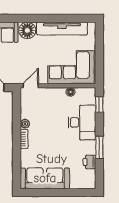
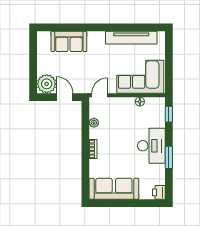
floor lamp: (27, 30) -> (96, 40), removed
desk: (82, 122) -> (151, 146), moved
plant: (25, 124) -> (94, 123), moved
printer: (89, 162) -> (159, 192), moved

